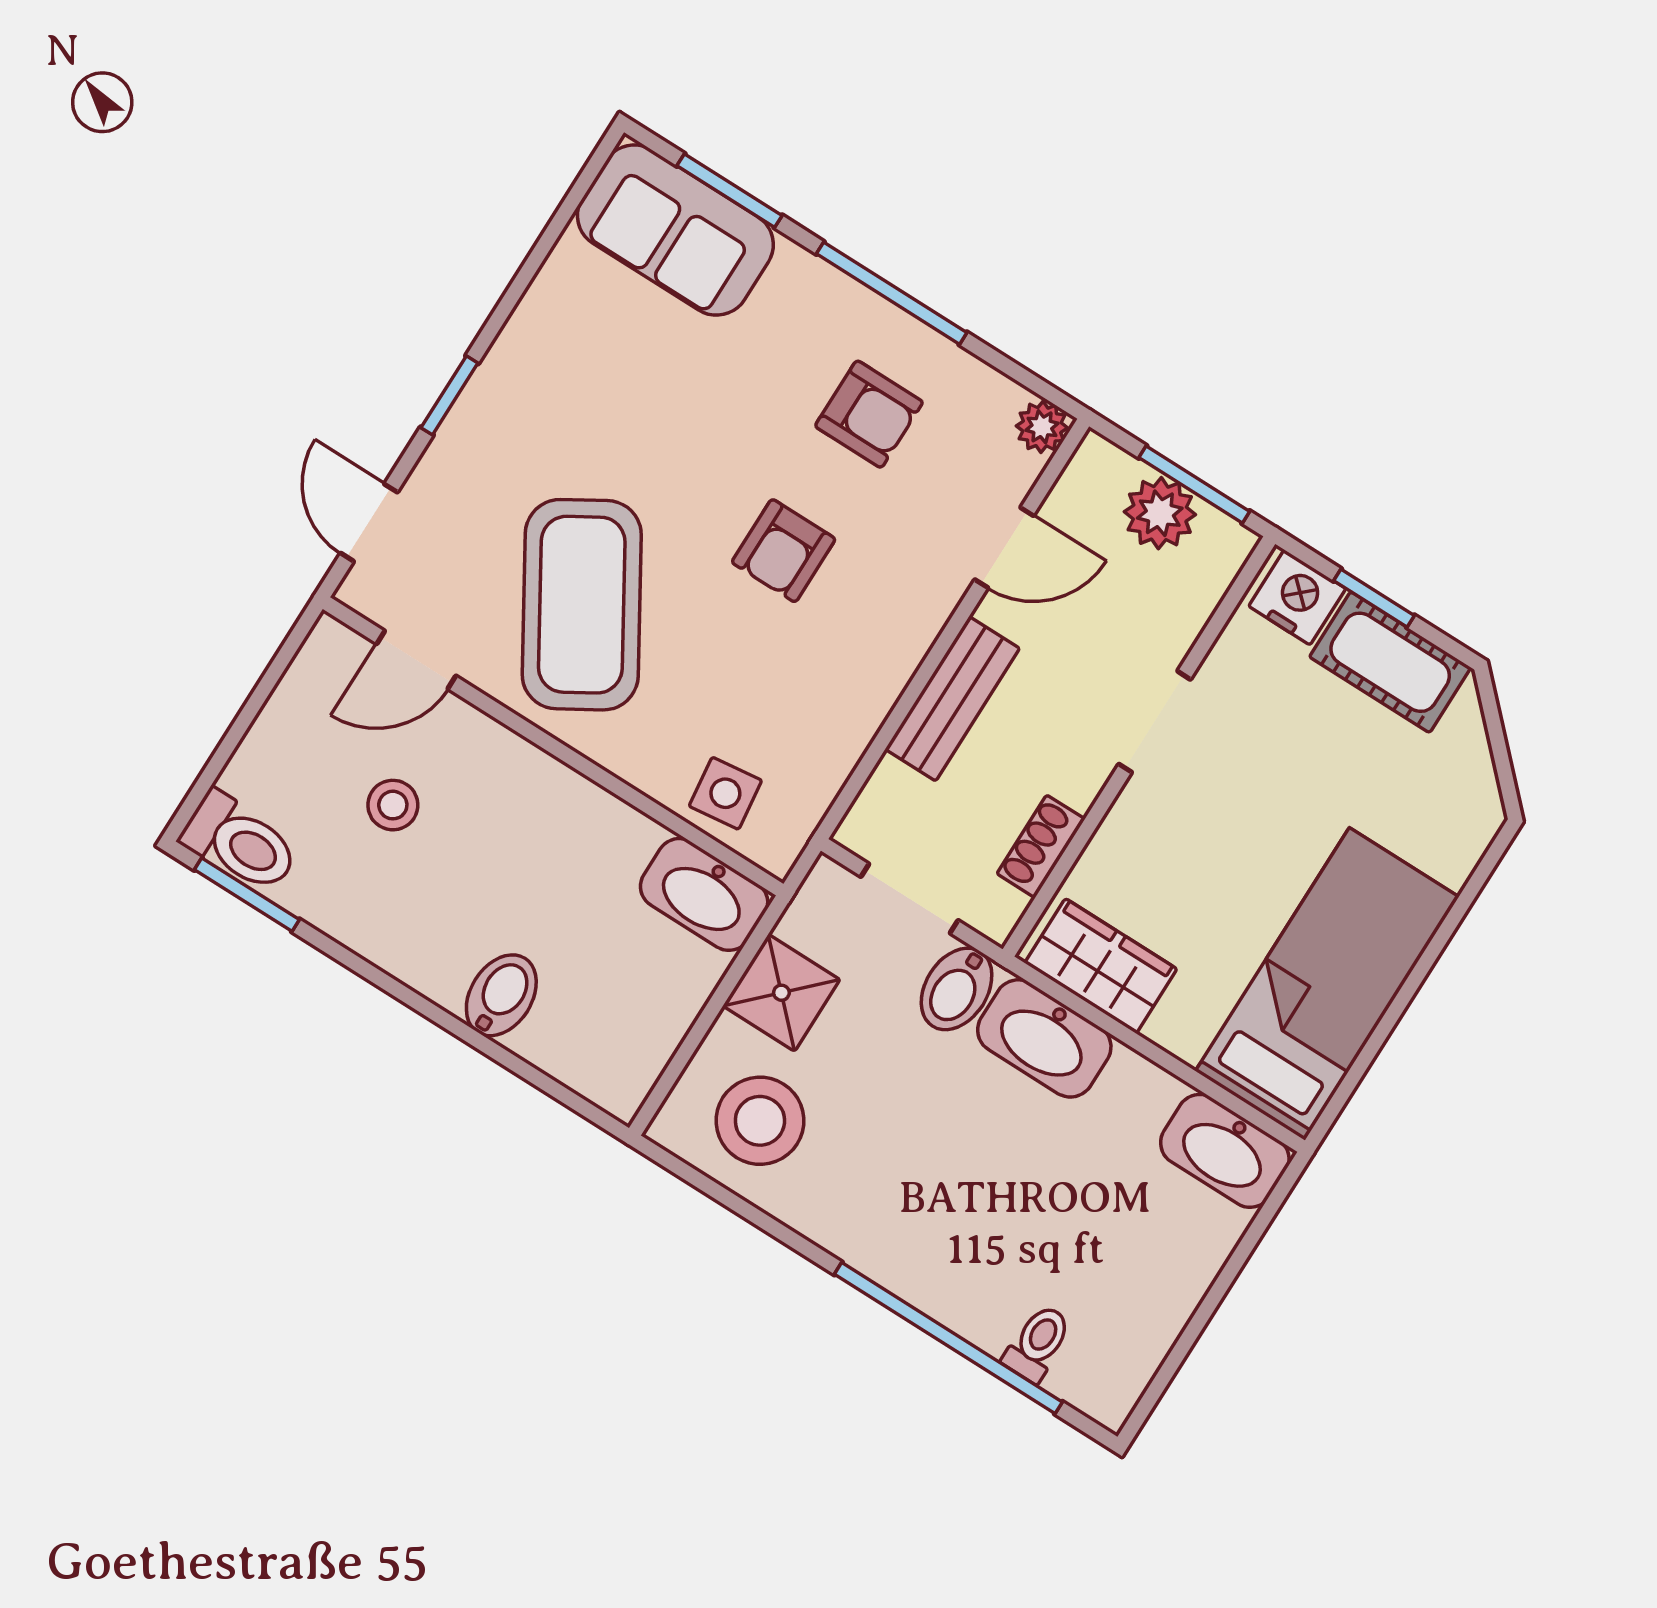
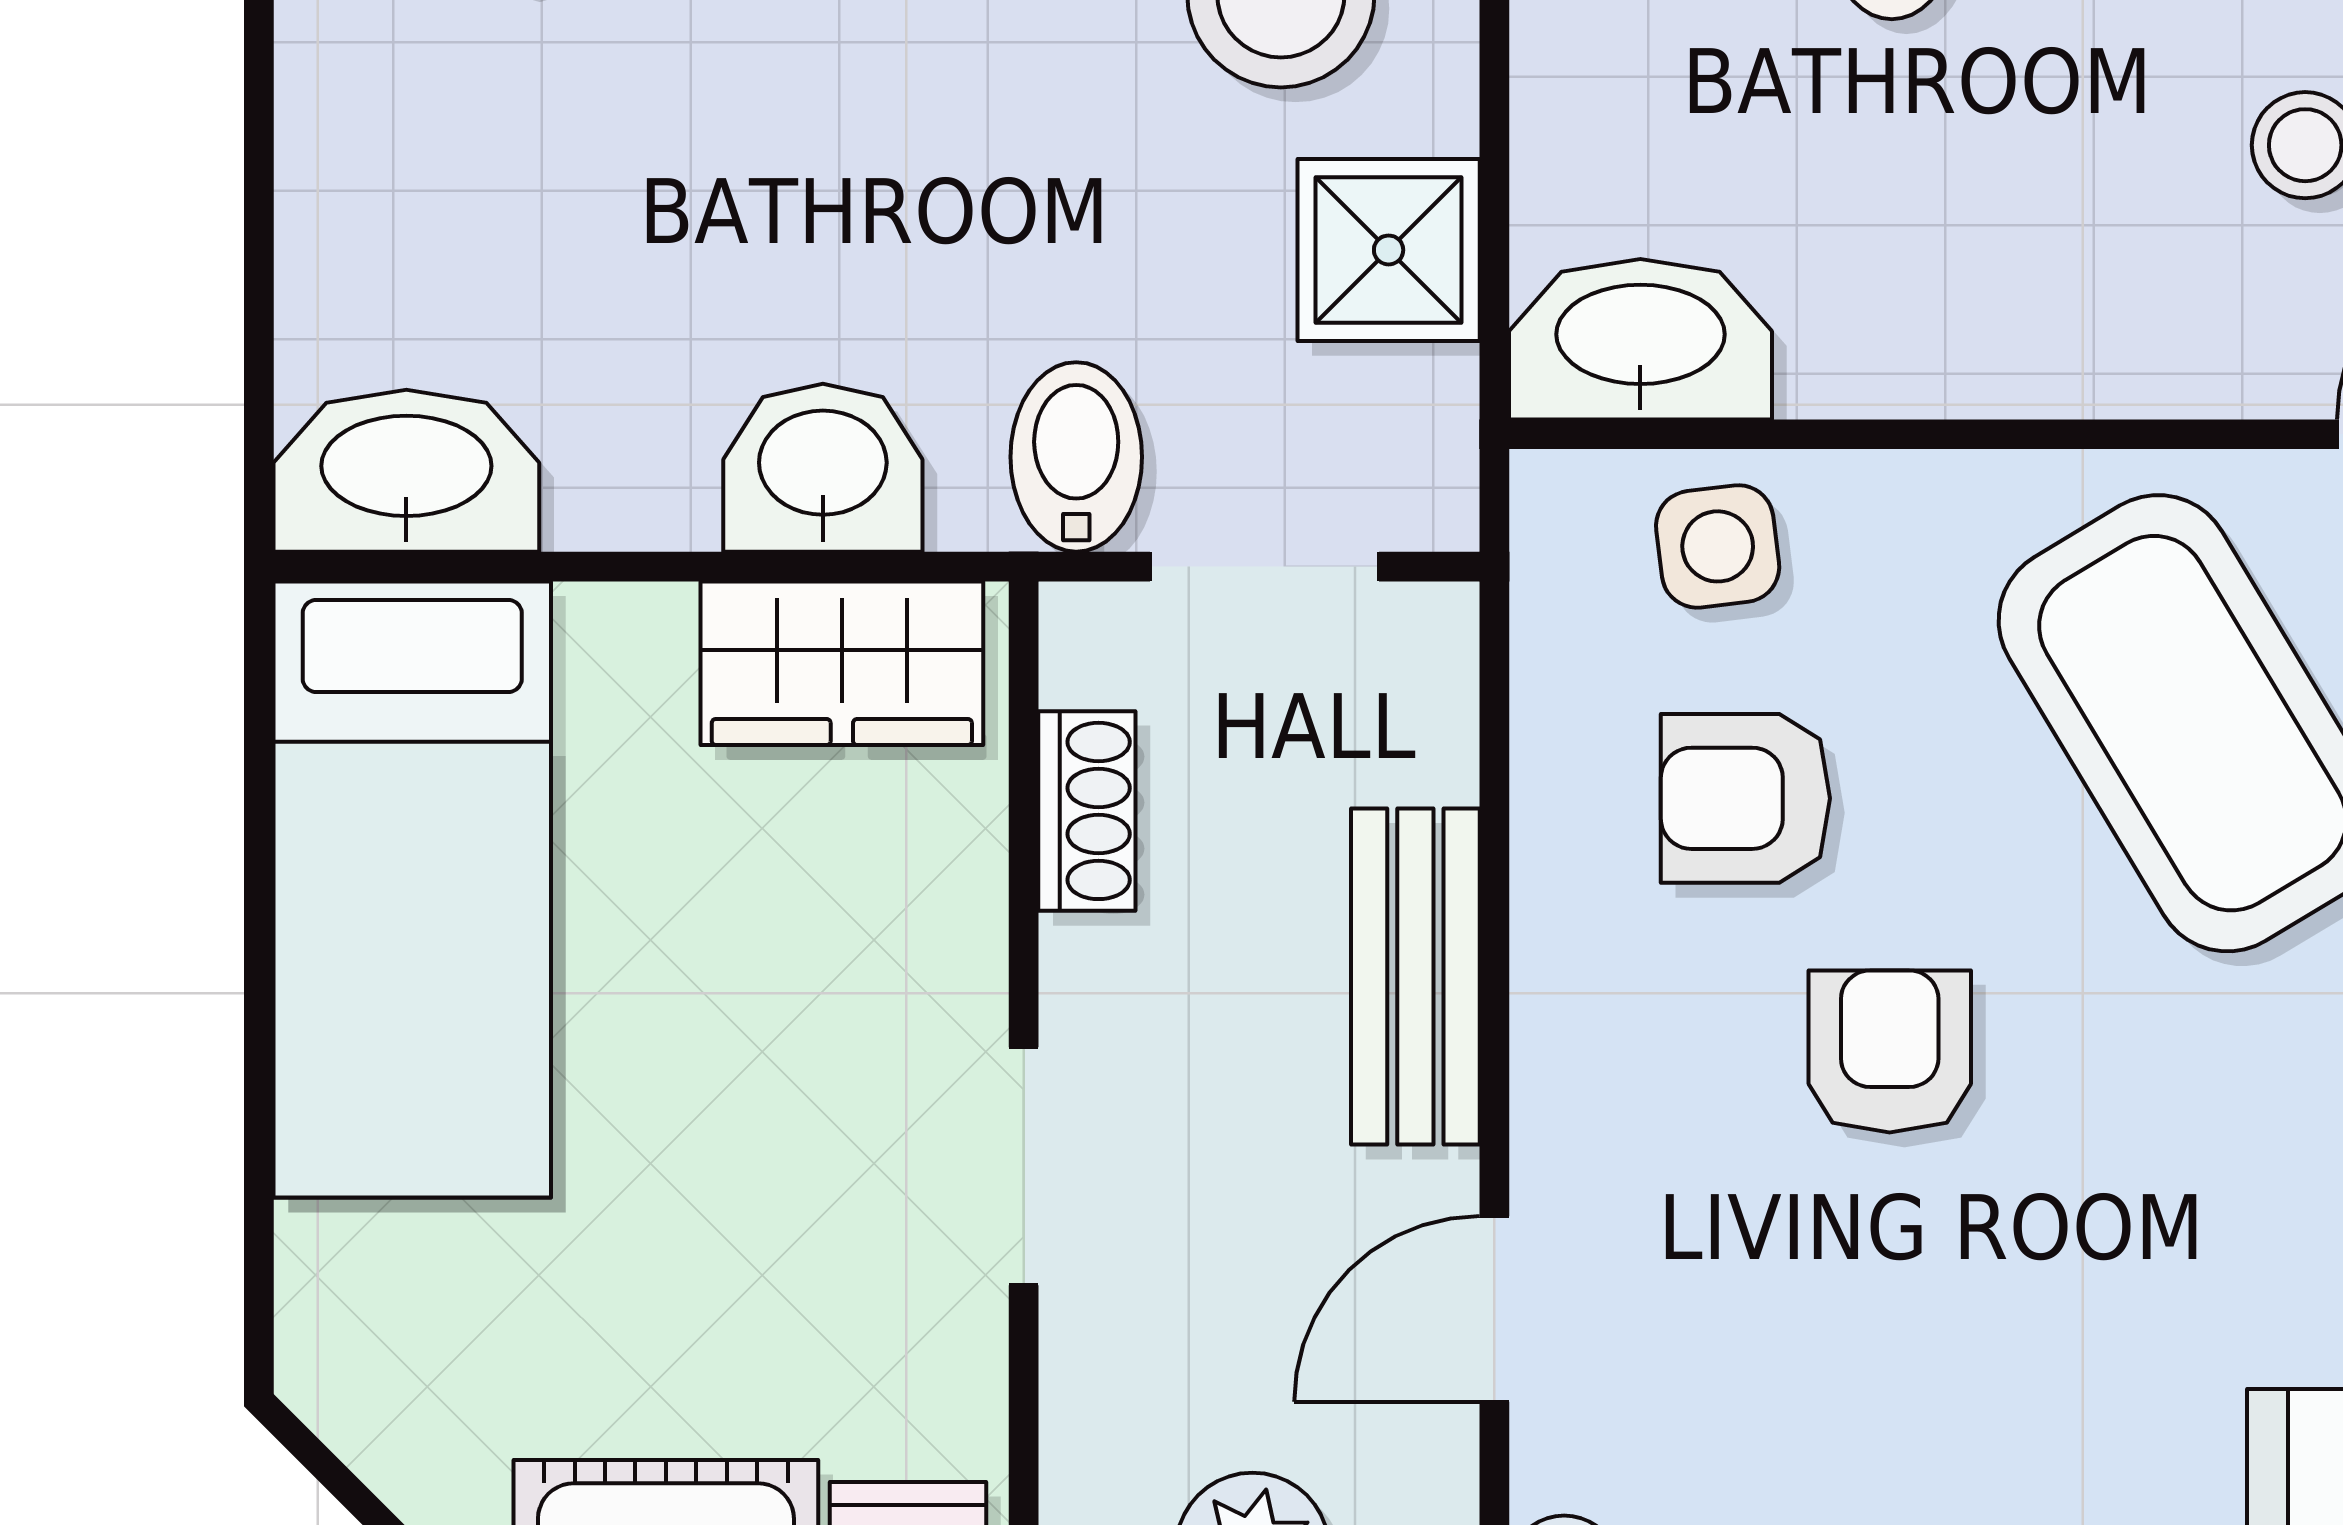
armchair: (869, 414) -> (1745, 798), moved
washbasin: (1044, 1038) -> (823, 468), width x0.72

